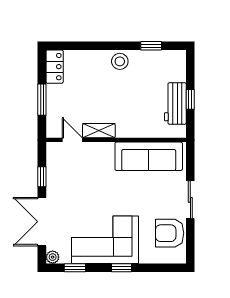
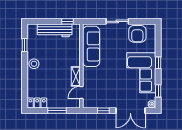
window: (190, 99) -> (68, 21), moved
workbench: (175, 103) -> (55, 30), width x1.37

